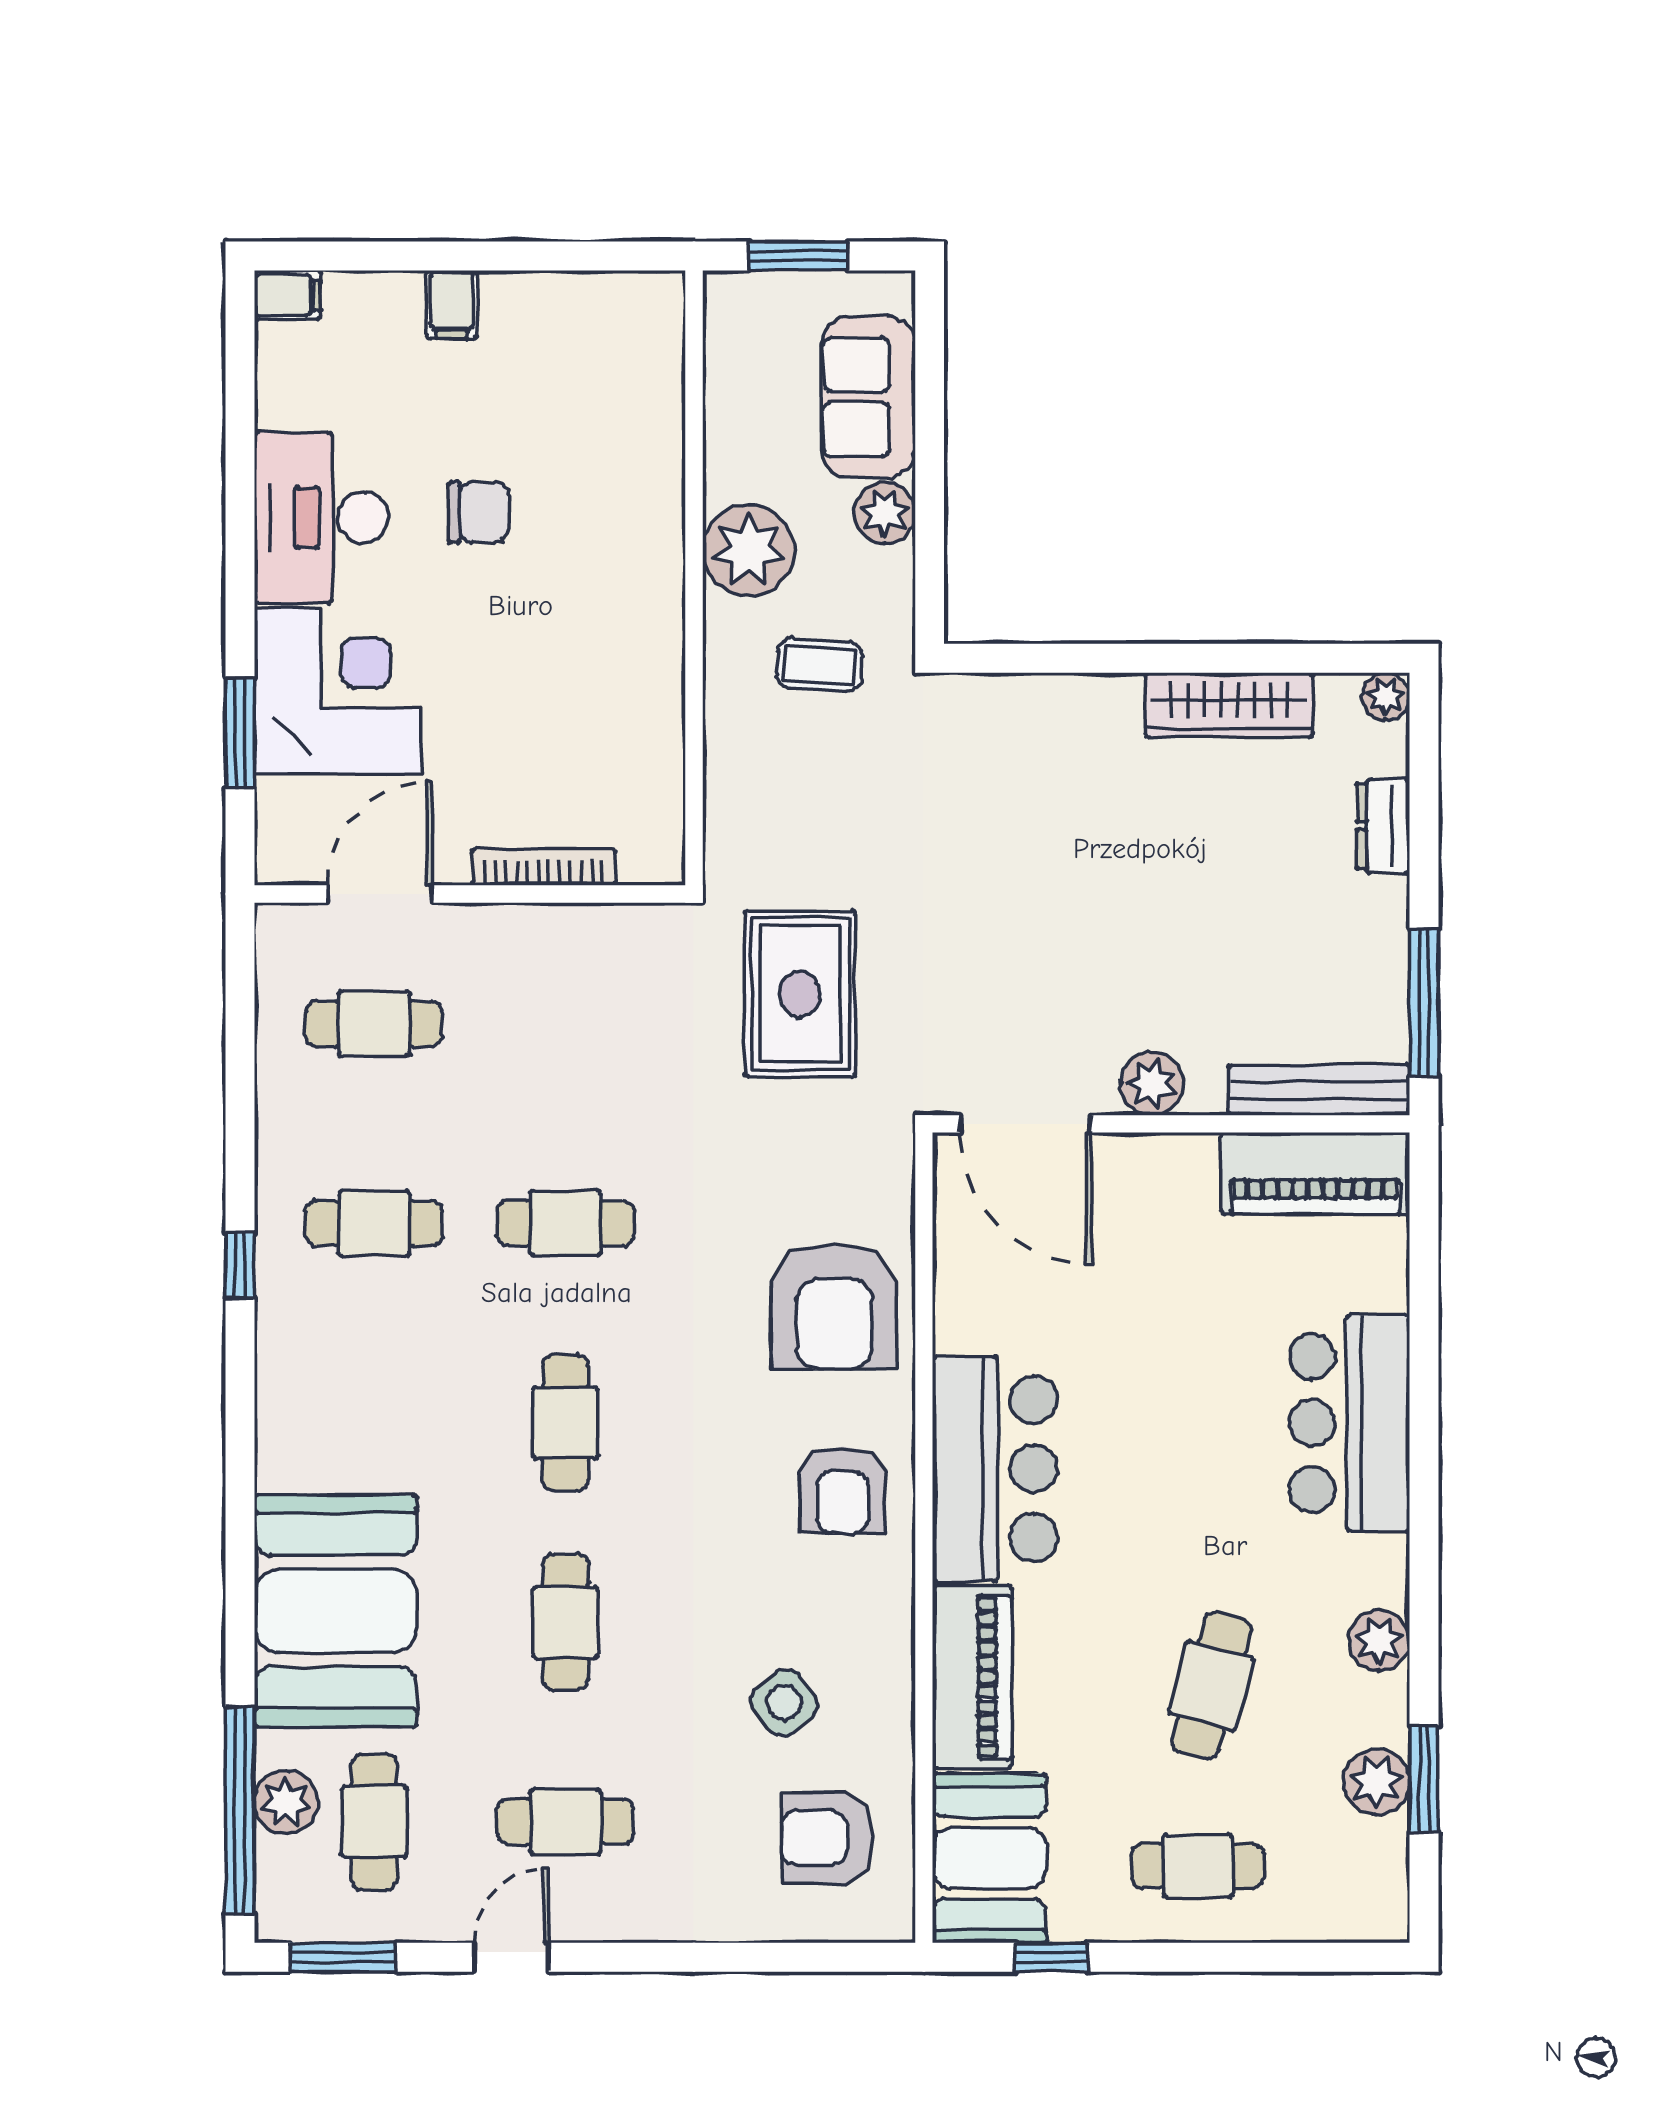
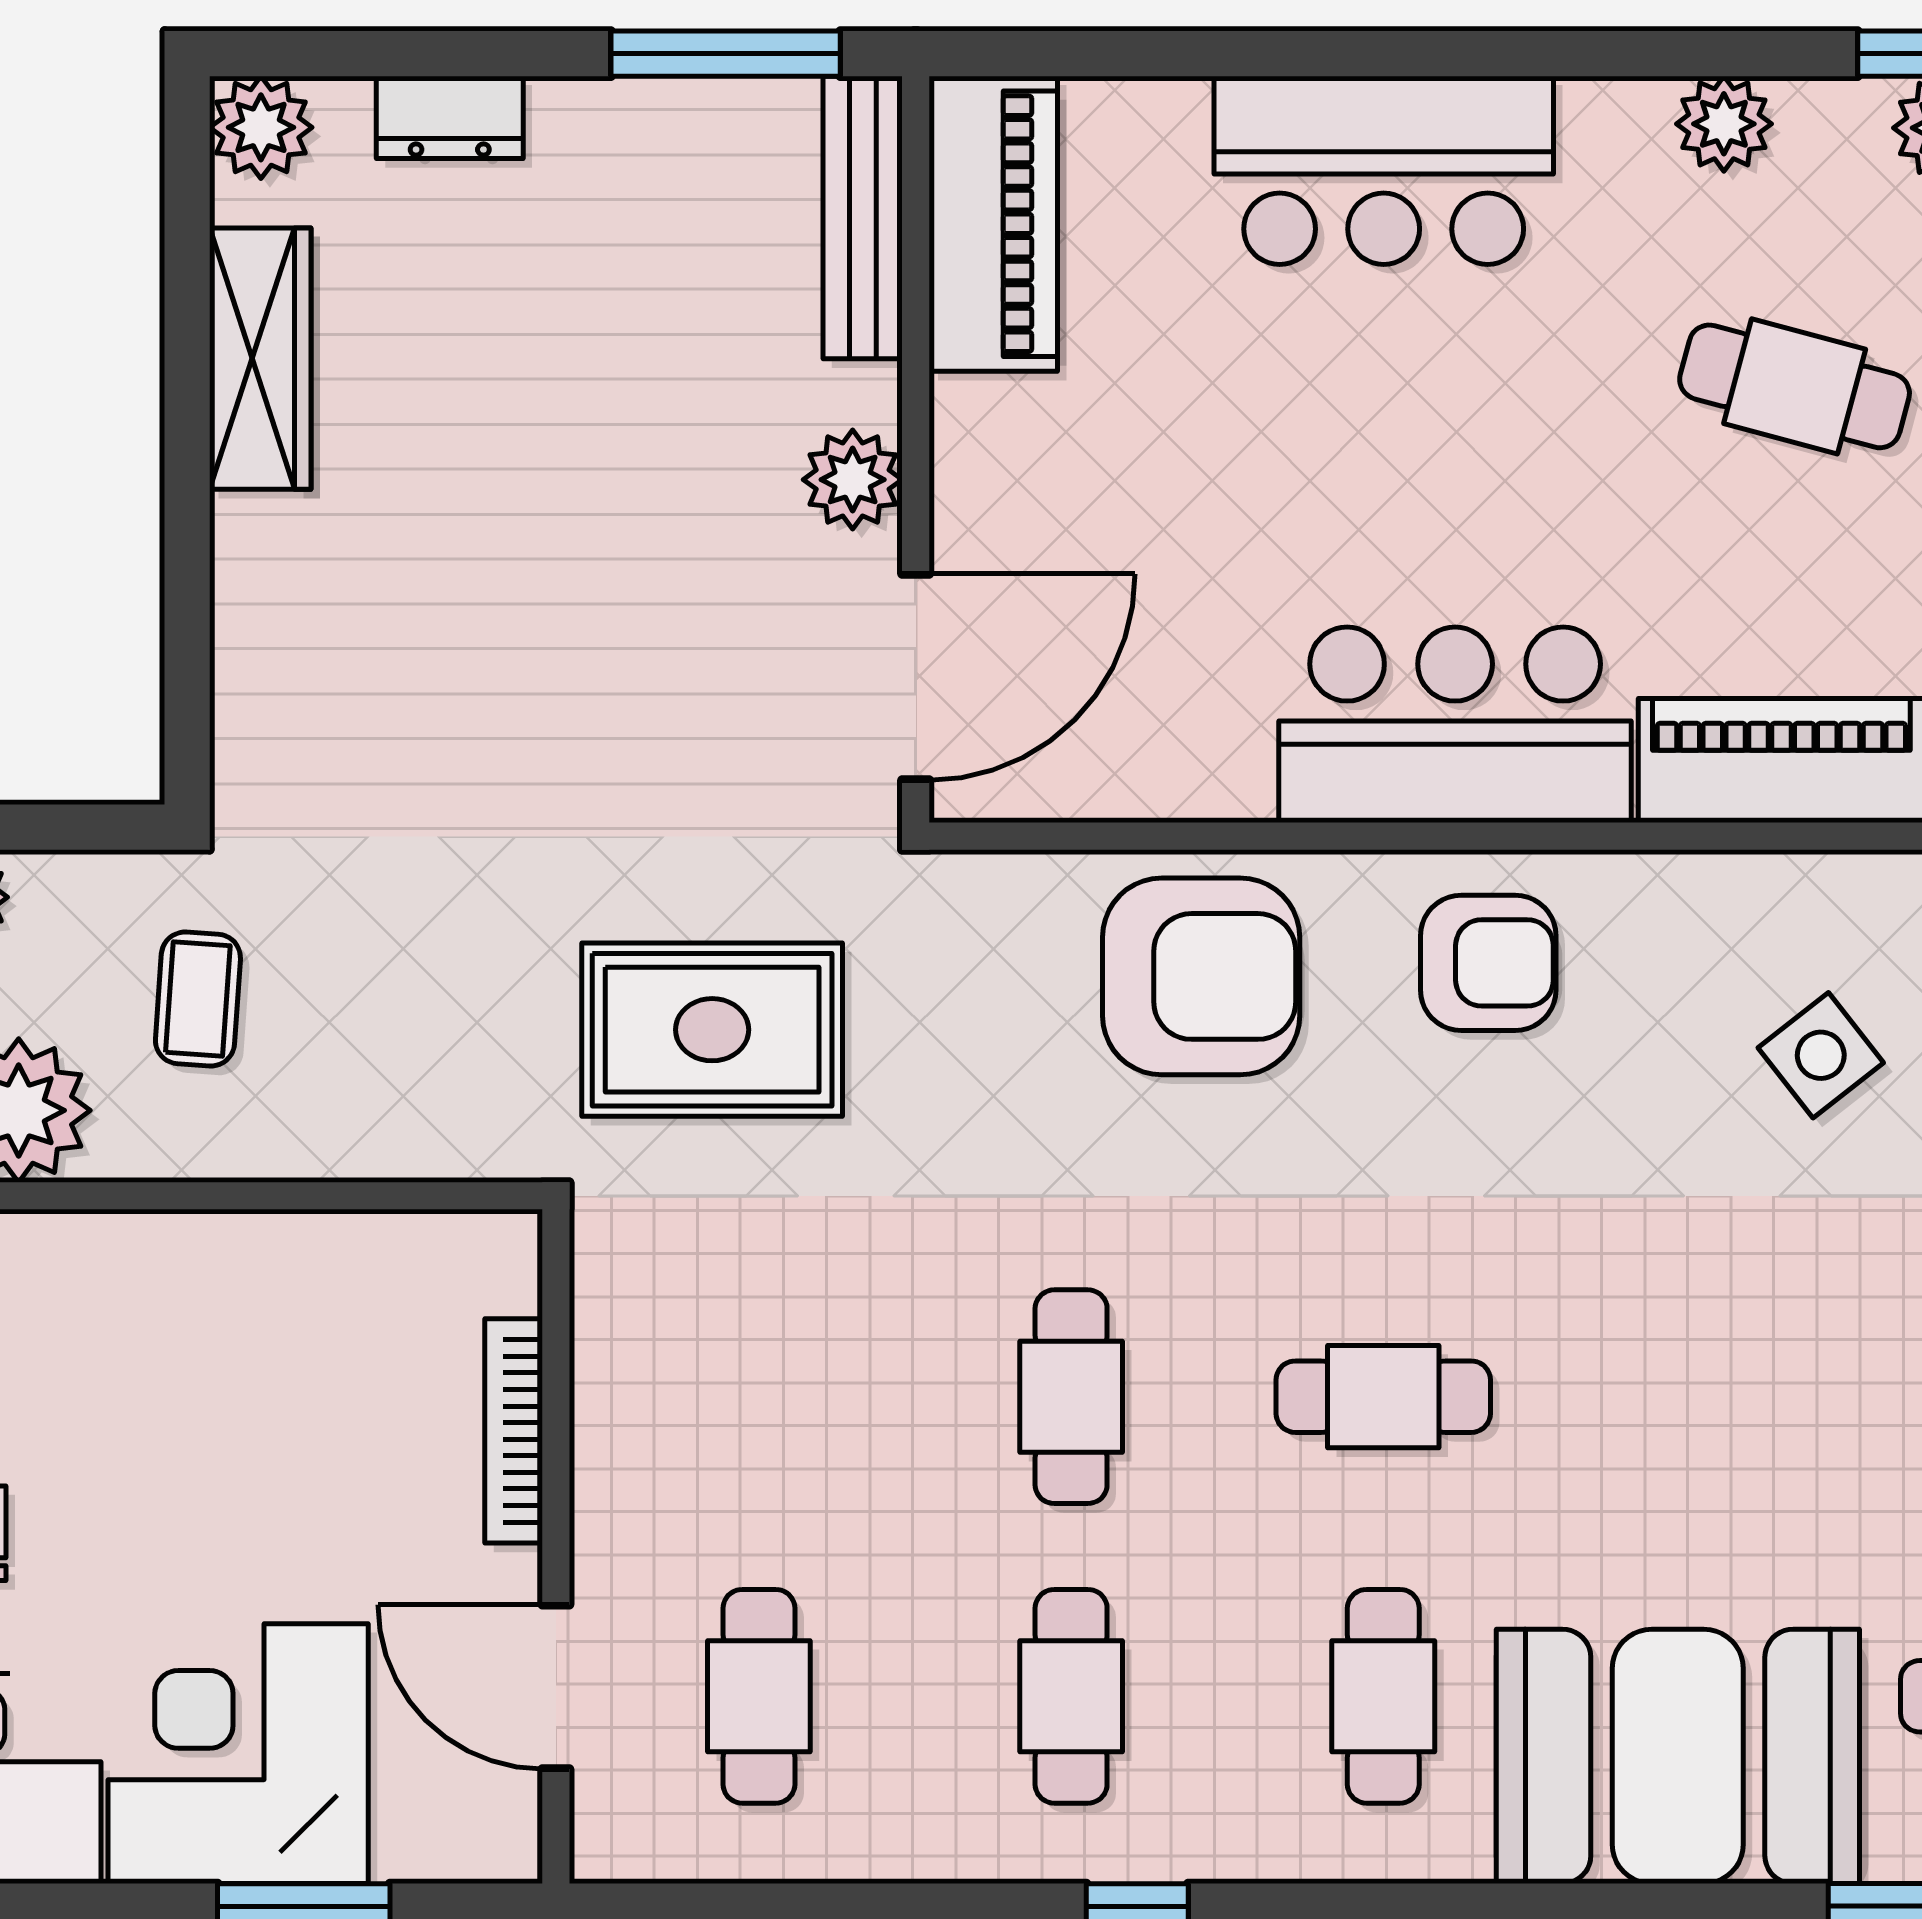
plant: (1386, 697) -> (261, 127), width x1.38, depth x1.38
cafe table: (566, 1622) -> (1383, 1696), moved, turned 90

